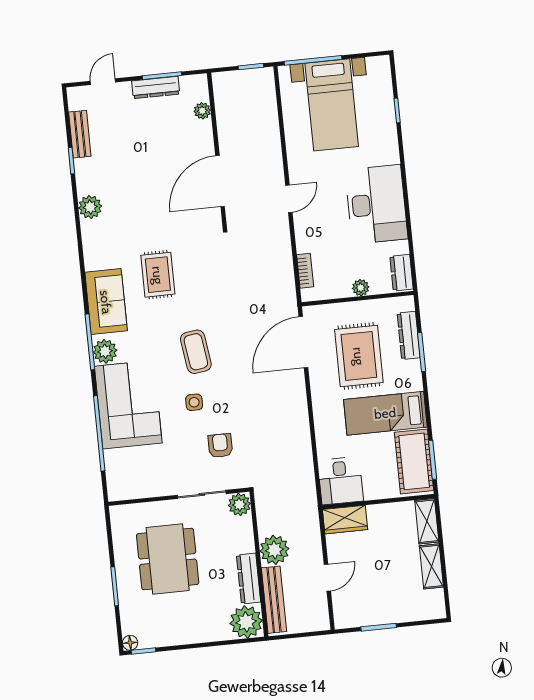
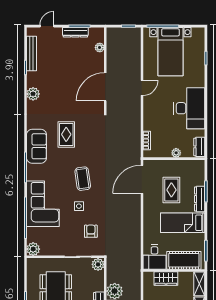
bench: (80, 134) -> (31, 53), width x1.36
door: (289, 199) -> (142, 88), moved
dresser: (409, 335) -> (200, 199), moved
plant: (105, 351) -> (33, 249), moved
rug: (359, 356) -> (171, 190), width x0.73, depth x0.70
cot: (414, 461) -> (184, 260), moved, turned 90
wardrobe: (345, 520) -> (166, 278), moved

